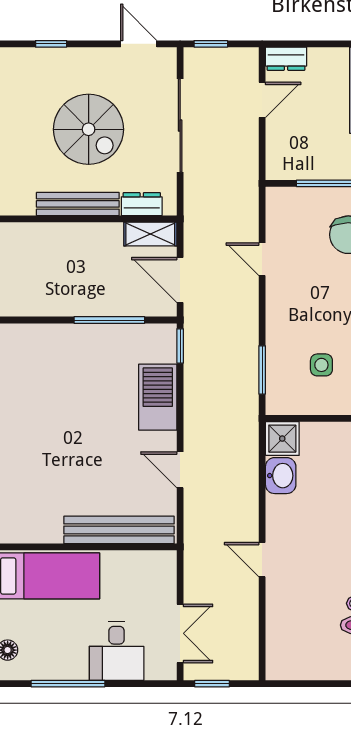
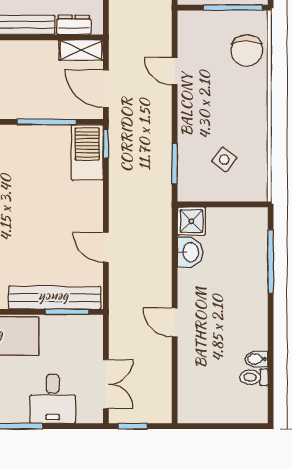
side table: (321, 365) -> (224, 160), turned 36
barbecue: (158, 397) -> (87, 152), moved
window: (134, 547) -> (67, 312), added

